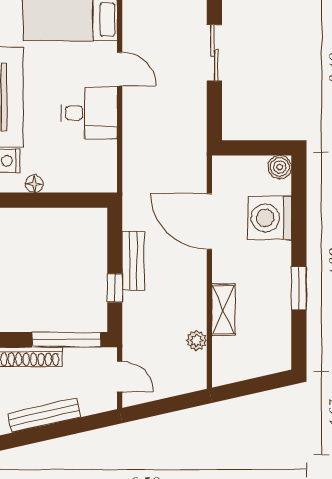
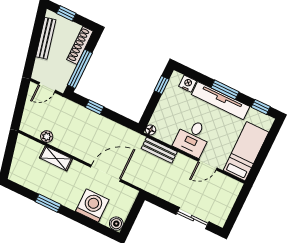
floor lamp: (34, 184) -> (151, 130), moved
window: (30, 200) -> (162, 85), added
bench: (133, 261) -> (159, 150), moved

